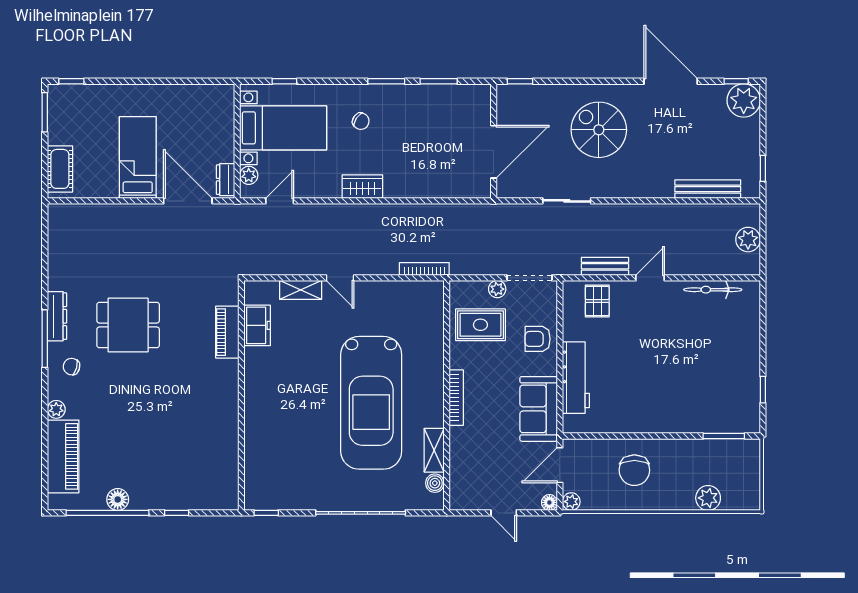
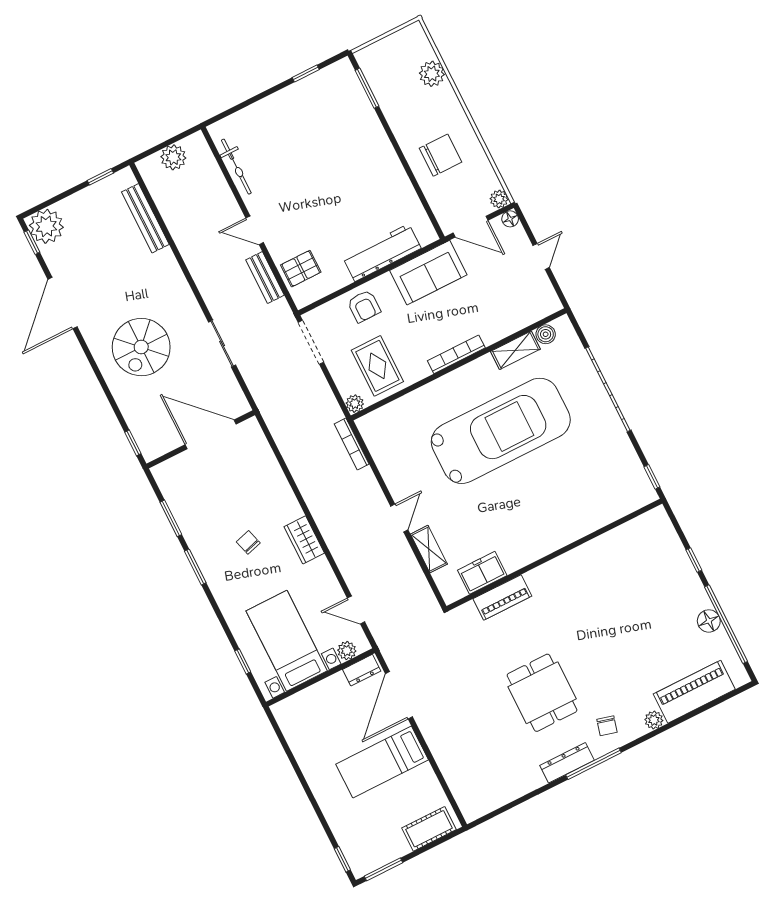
chair: (361, 121) -> (248, 542), moved, turned -50
plant: (497, 289) -> (355, 404), moved

